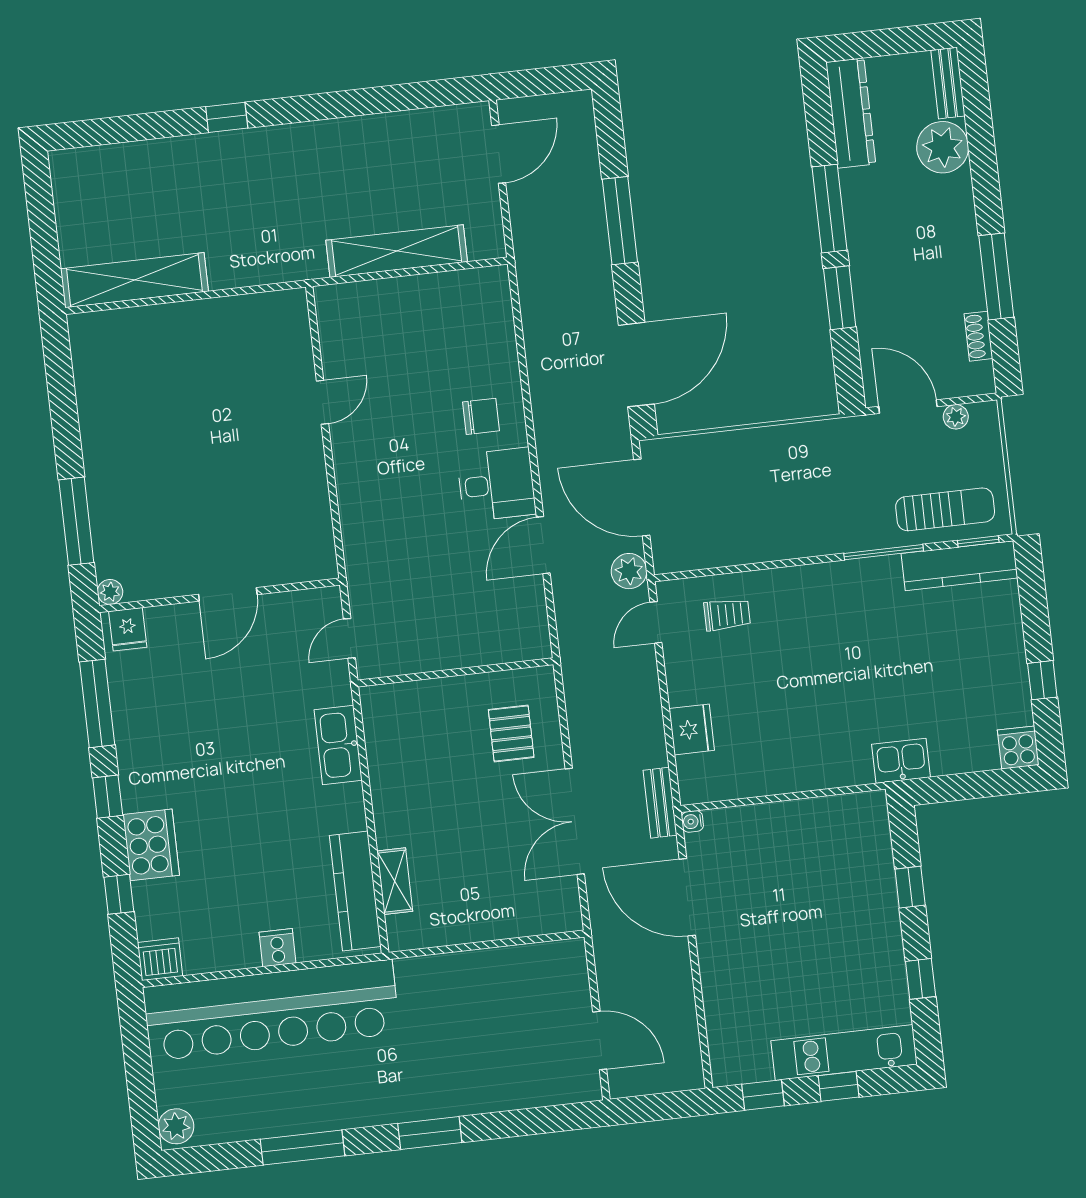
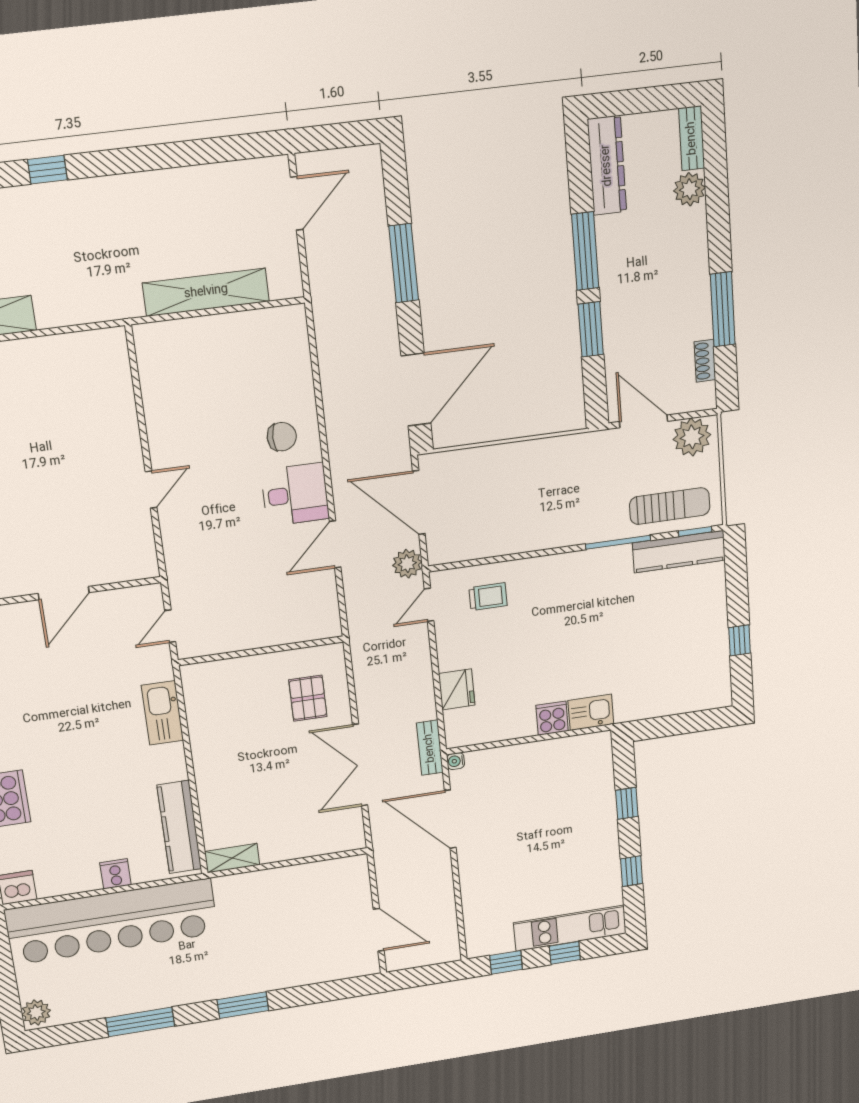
plant: (943, 147) -> (690, 189), width x0.73, depth x0.73
door: (322, 402) -> (151, 490), moved
plant: (956, 417) -> (692, 437), width x1.87, depth x1.87
cooker: (1018, 747) -> (552, 718), moved
kitchen sink: (901, 761) -> (591, 712), moved
shelving: (395, 881) -> (232, 858), moved, turned 90

